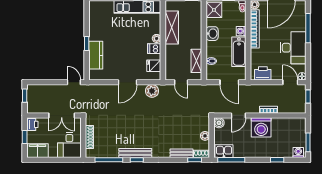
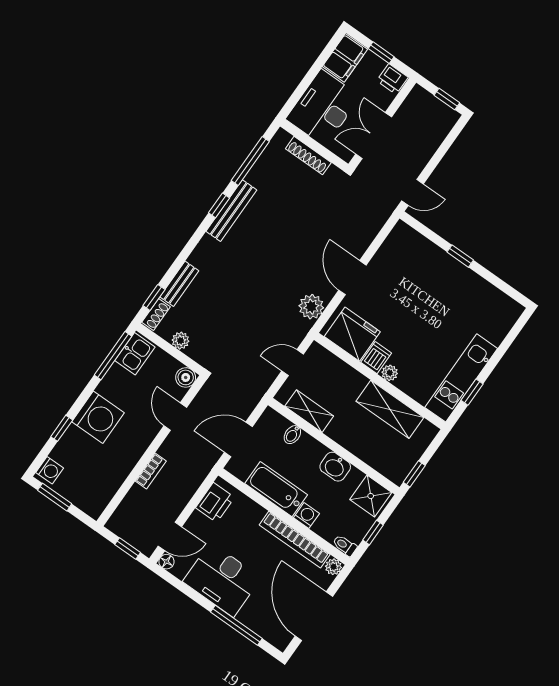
kitchen counter: (96, 55) -> (431, 257), removed
fridge: (154, 66) -> (352, 334), width x1.88, depth x1.34
washing machine: (261, 127) -> (98, 417), moved, turned 180
desk: (69, 145) -> (323, 108), width x1.37

